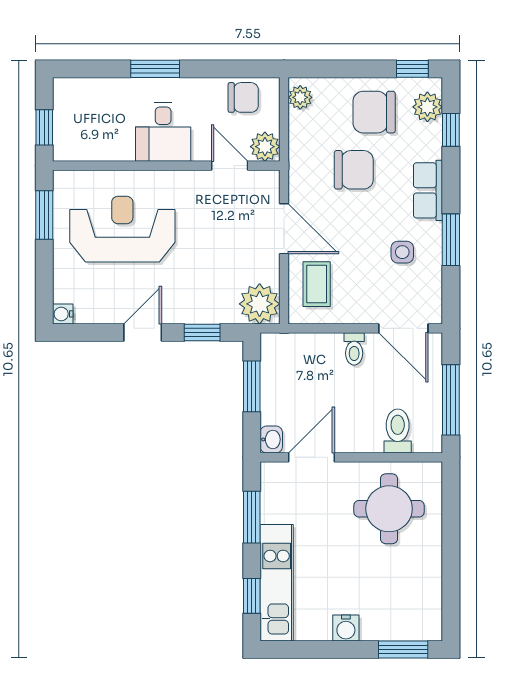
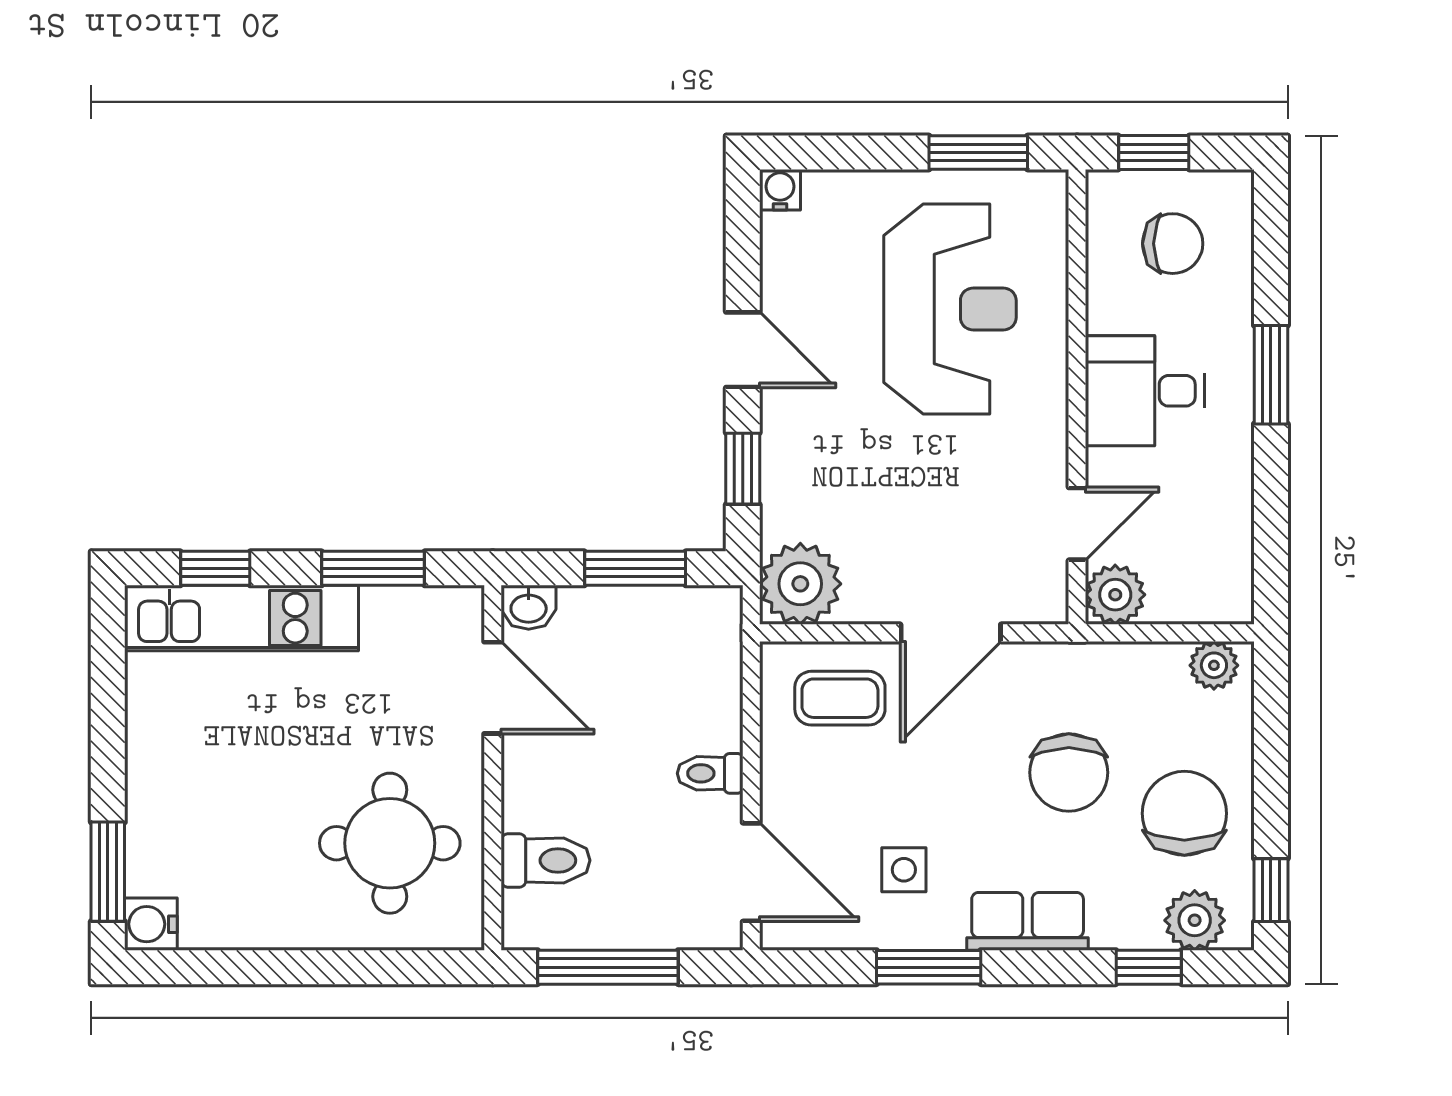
chair: (243, 97) -> (1173, 244), moved, turned -90
door: (403, 328) -> (751, 872), swing flipped
water cooler: (346, 628) -> (151, 924), moved

